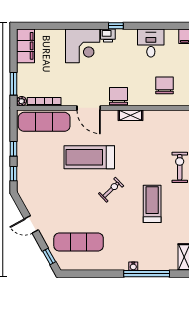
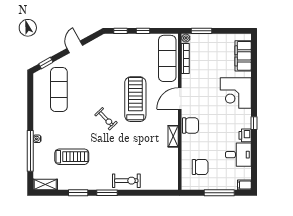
printer: (108, 35) -> (245, 135), moved
filing cabinet: (26, 46) -> (243, 56), moved, turned 90
treadmill: (152, 204) -> (72, 157), moved

